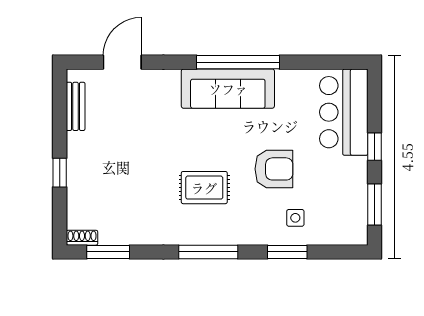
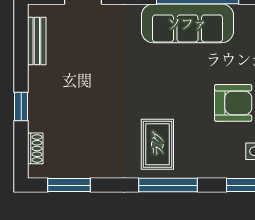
rug: (204, 188) -> (157, 144), moved, turned 90
shoe rack: (82, 238) -> (35, 148), moved, turned 90

